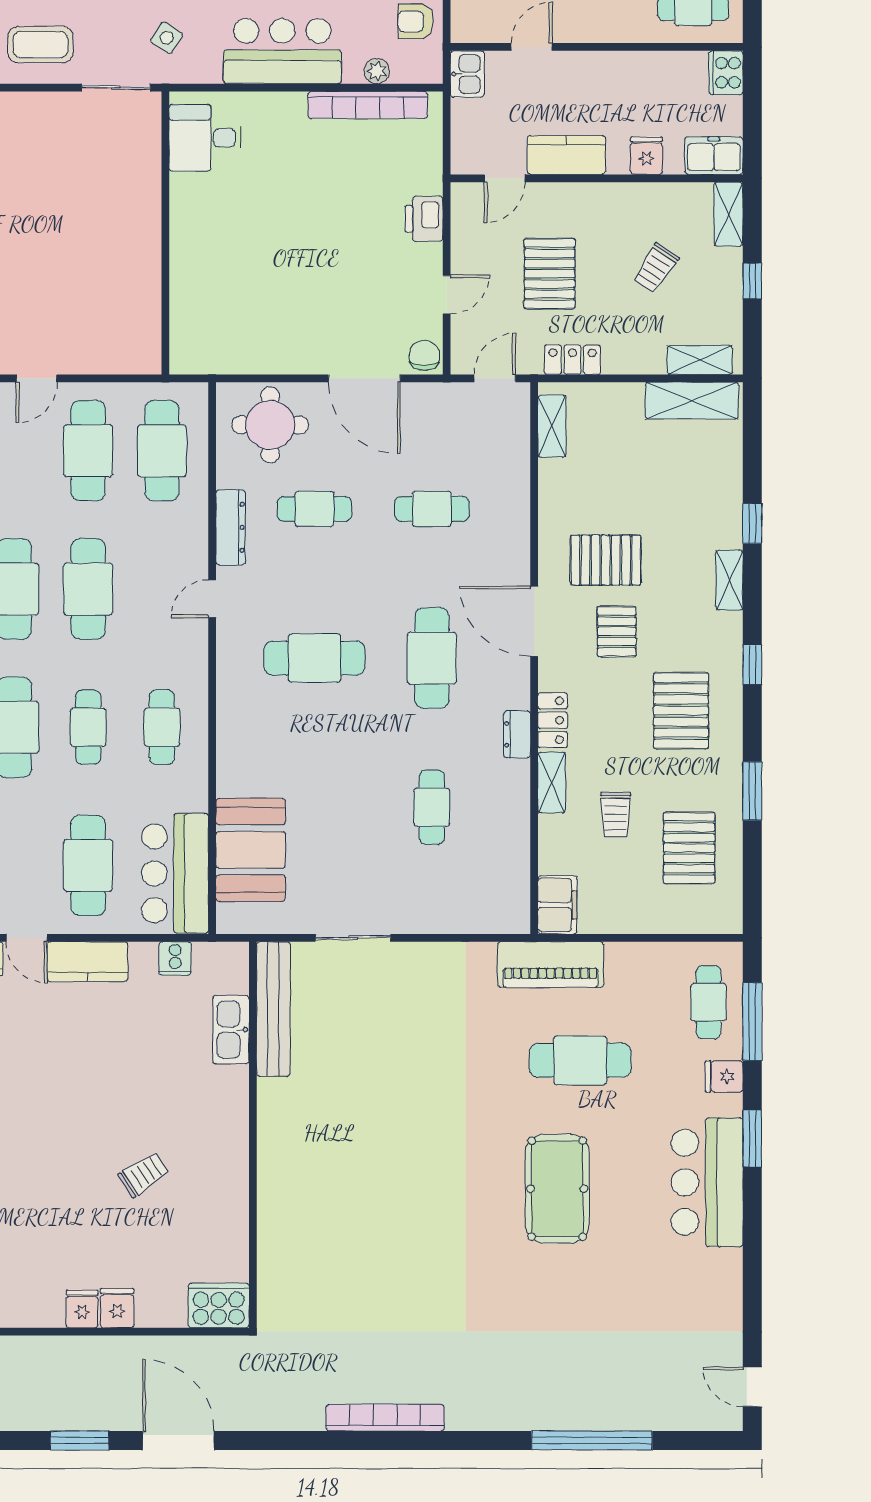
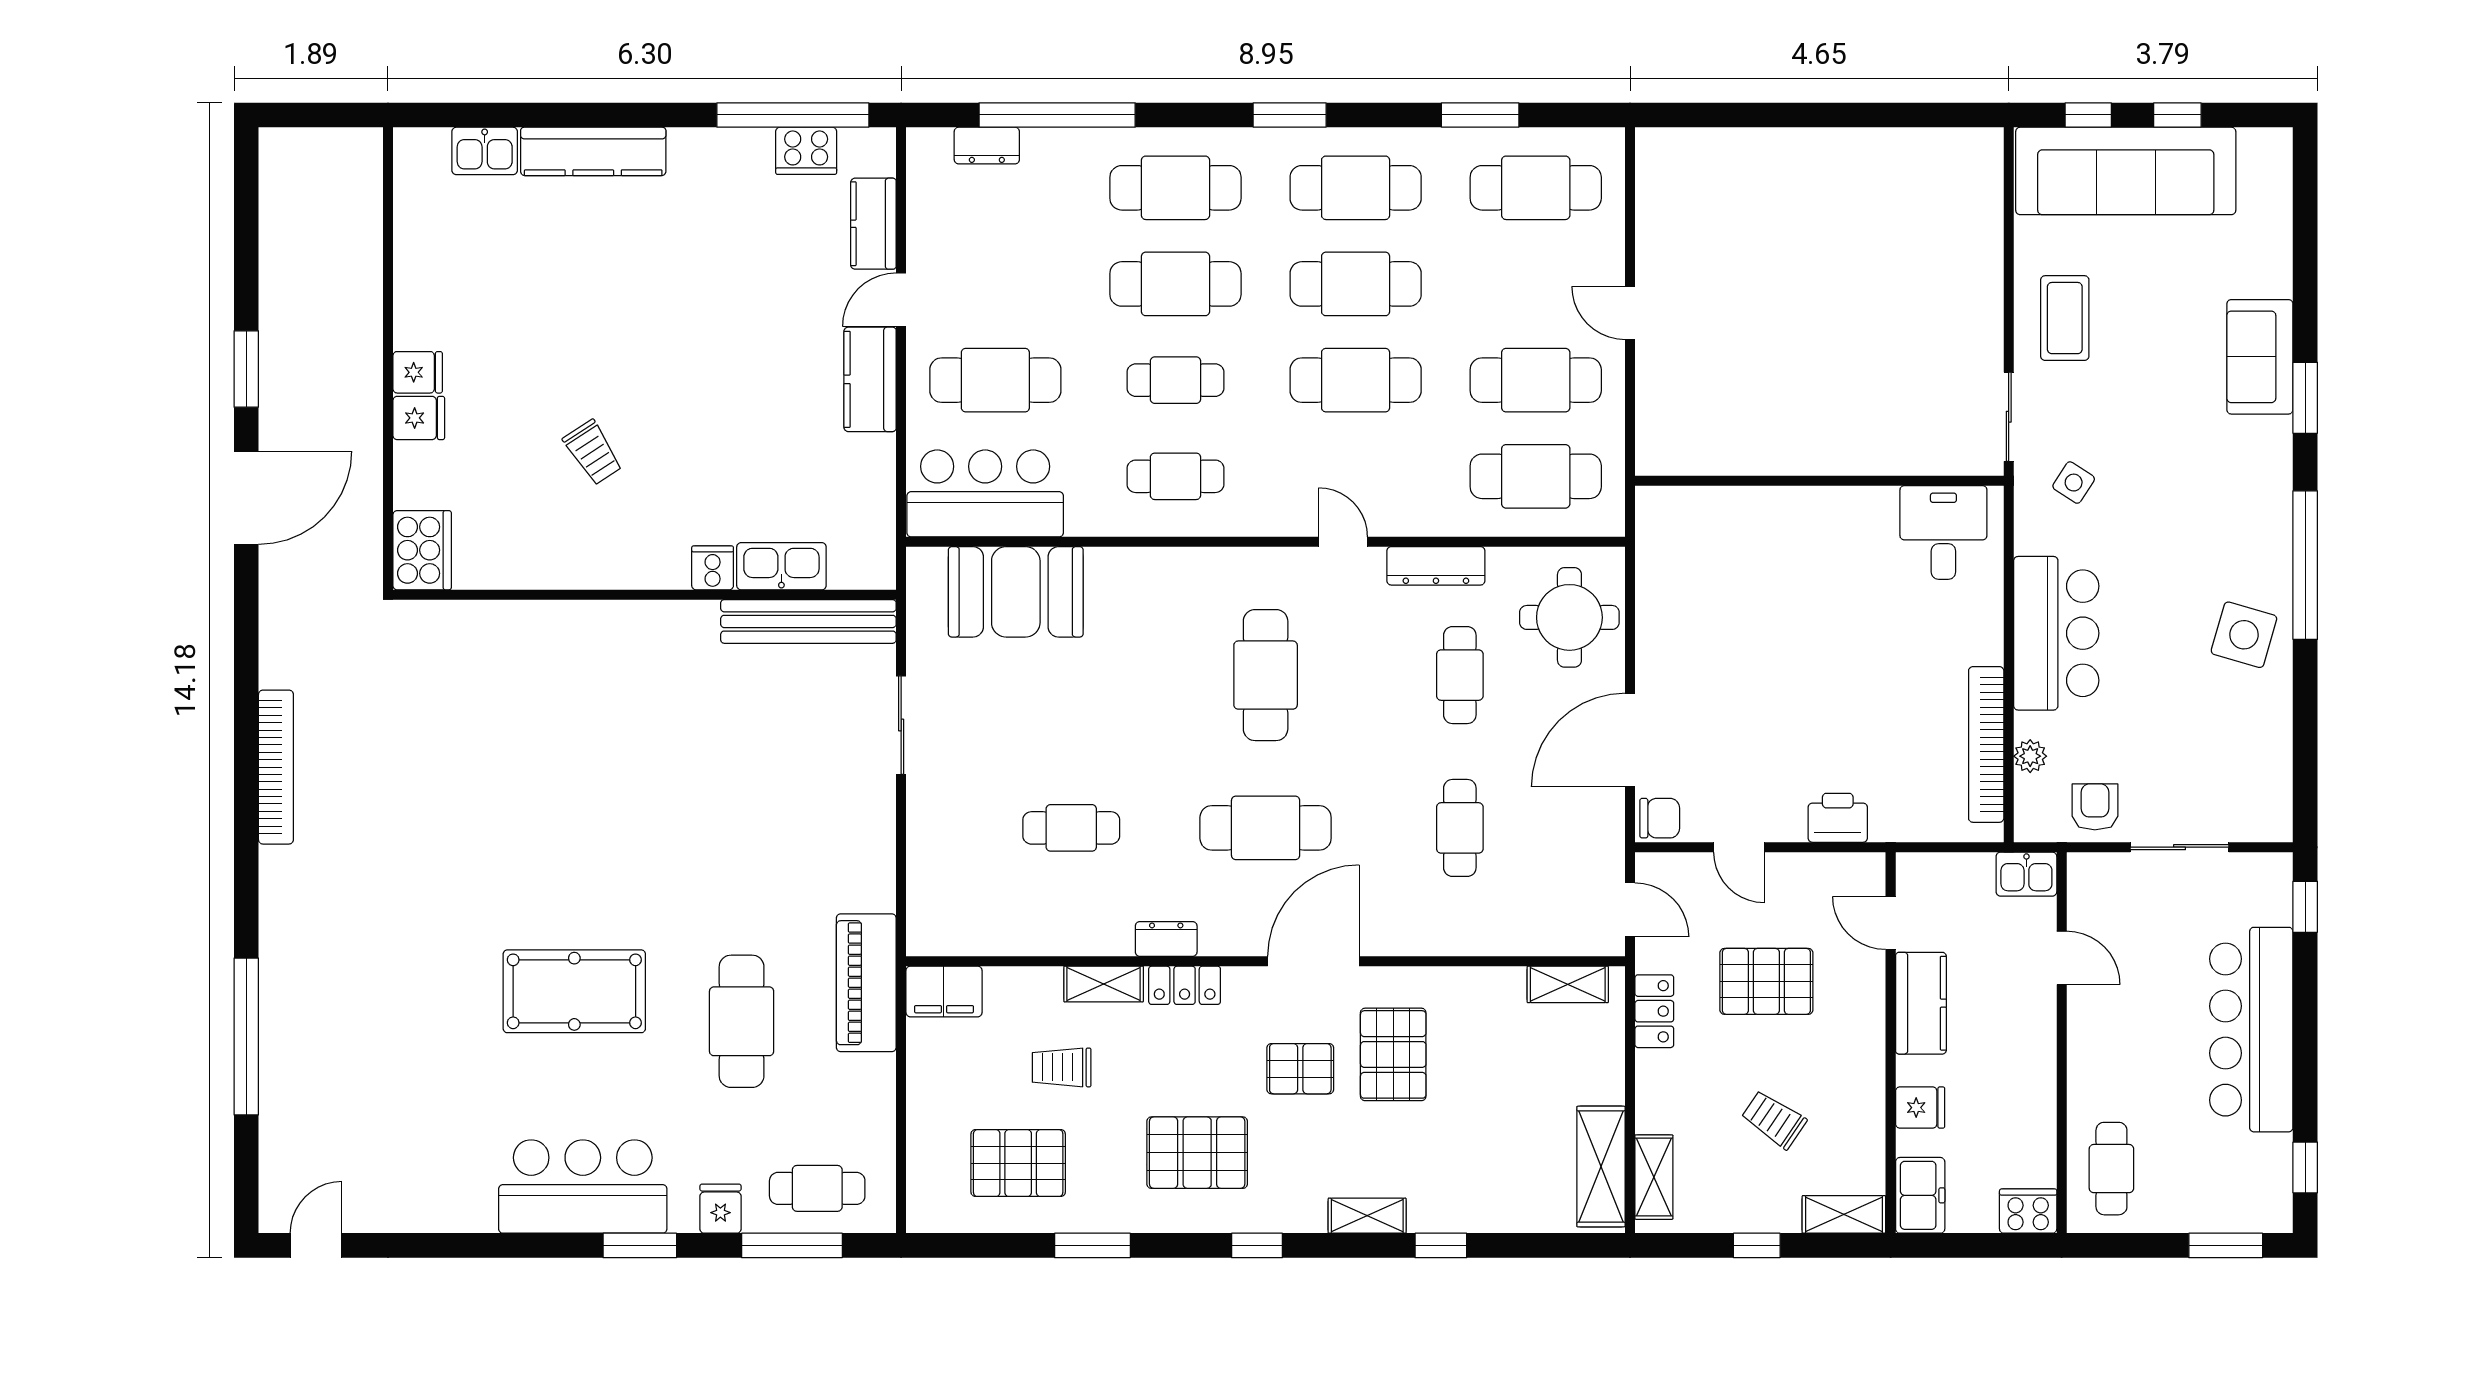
cooker: (175, 958) -> (713, 568), moved, turned 90

